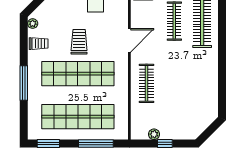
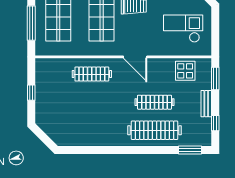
plant: (154, 134) -> (41, 82), removed

